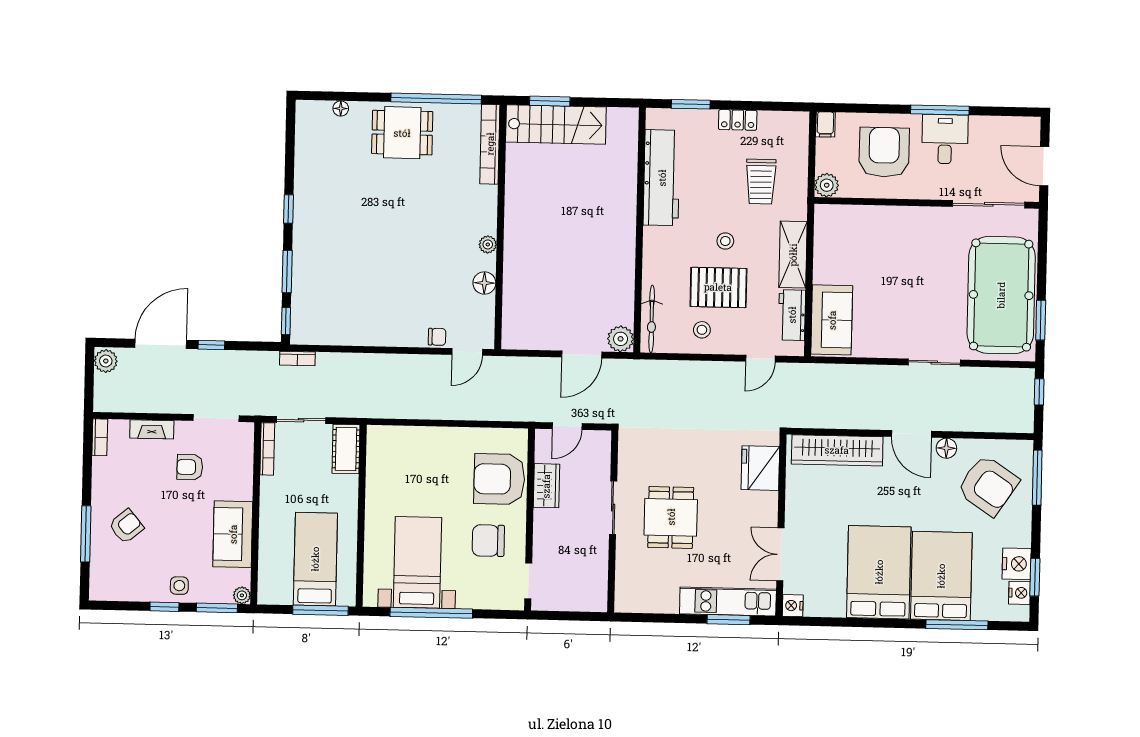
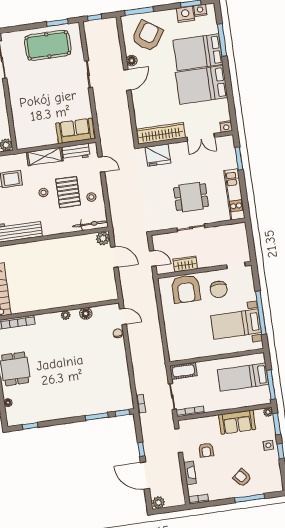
window: (288, 209) -> (30, 426), moved
pool table: (1001, 295) -> (48, 45), width x0.73, depth x0.76
wardrobe: (837, 450) -> (161, 133), moved, turned -90
kitchen unit: (728, 601) -> (234, 194), moved
window: (320, 610) -> (271, 385), moved

